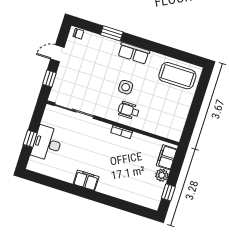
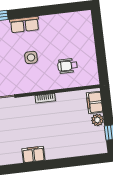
coffee table: (177, 76) -> (72, 27), removed
wheelchair: (129, 110) -> (68, 66), moved

